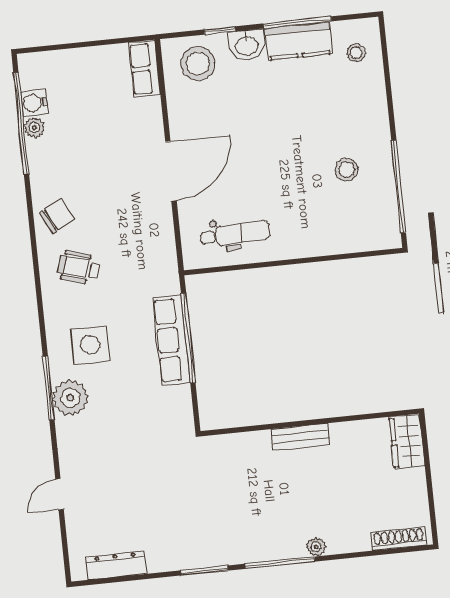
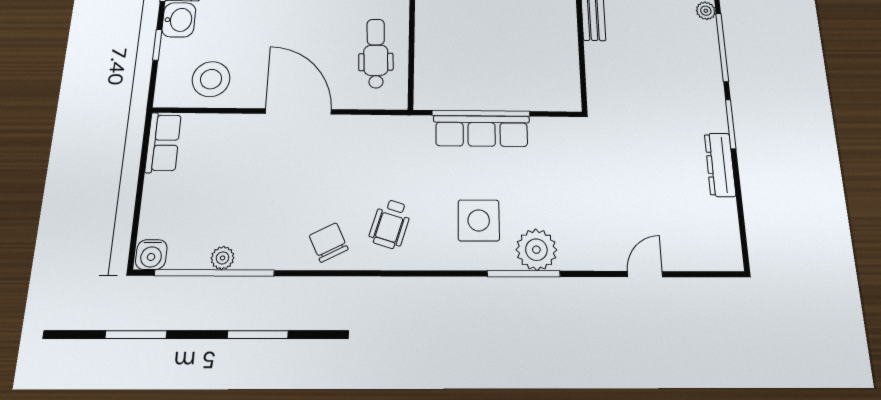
stool: (198, 64) -> (211, 79), moved
row of seats: (144, 69) -> (163, 143), moved, turned -90
water cooler: (34, 103) -> (151, 255), moved
door: (60, 494) -> (645, 274), swing flipped
dresser: (116, 566) -> (720, 165), moved

